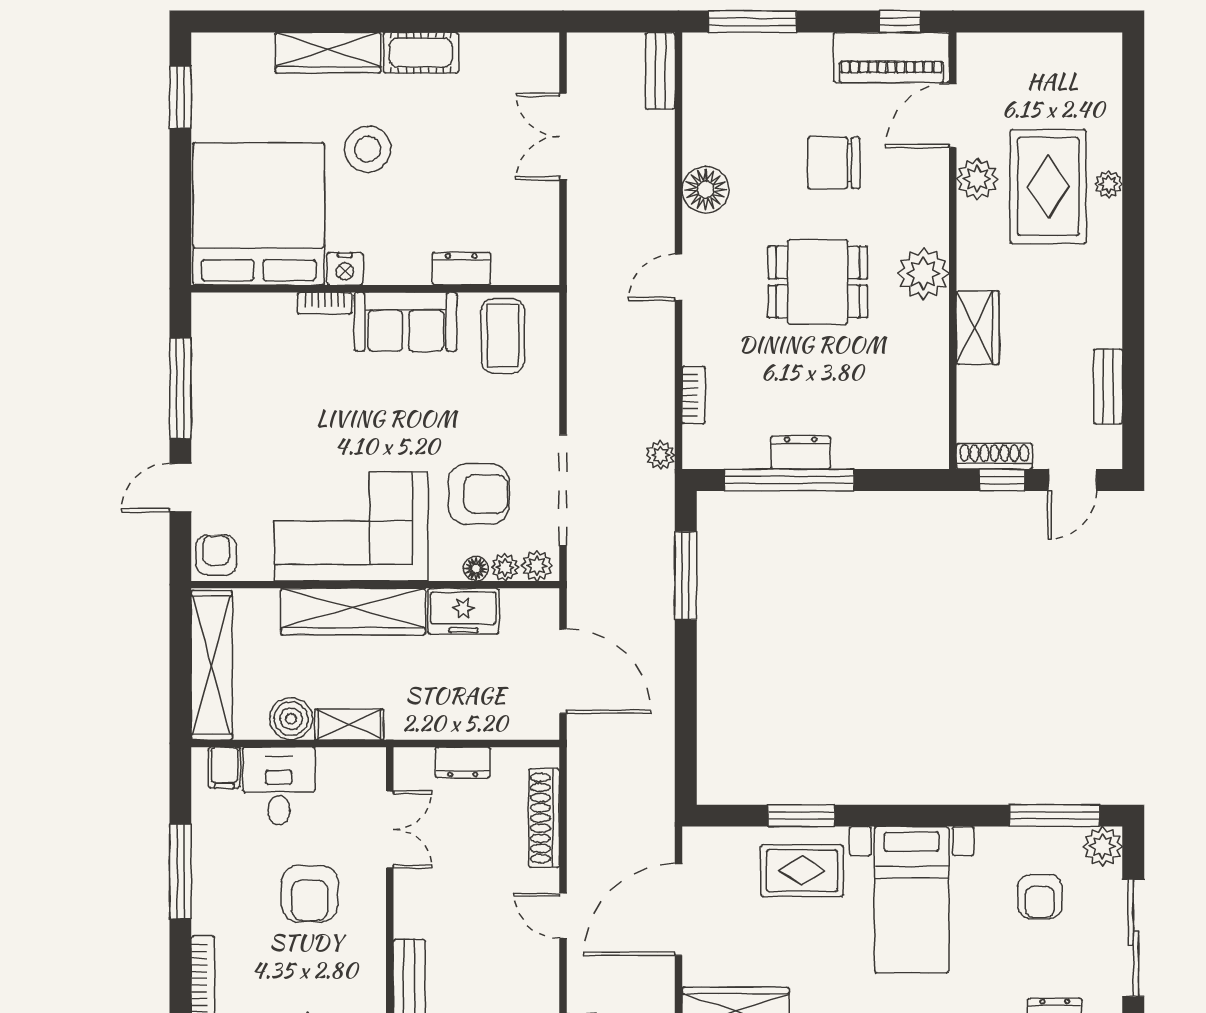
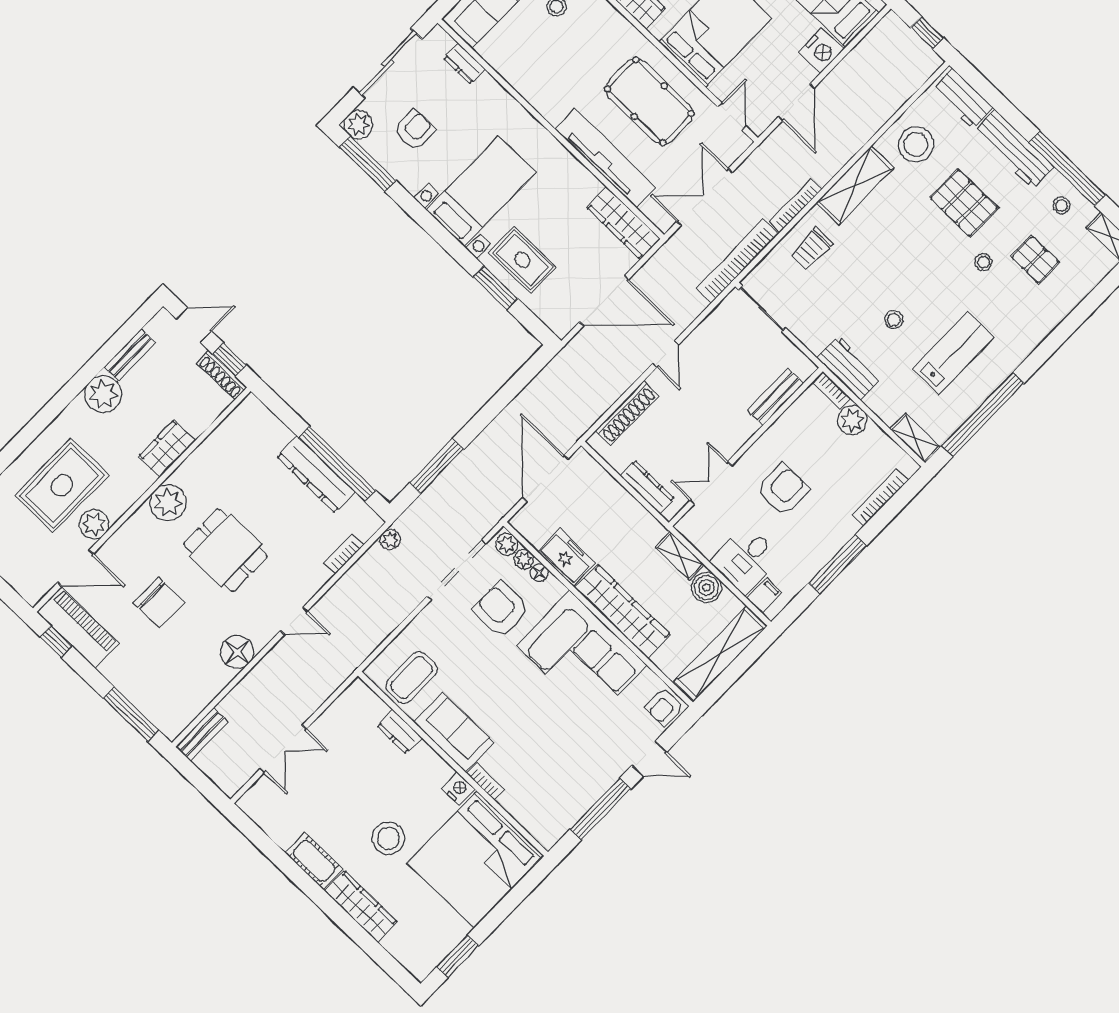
plant: (1109, 184) -> (103, 394), moved, width x1.87, depth x1.87
dresser: (801, 452) -> (316, 474), width x1.96, depth x1.24
dresser: (463, 762) -> (647, 487), width x1.44

